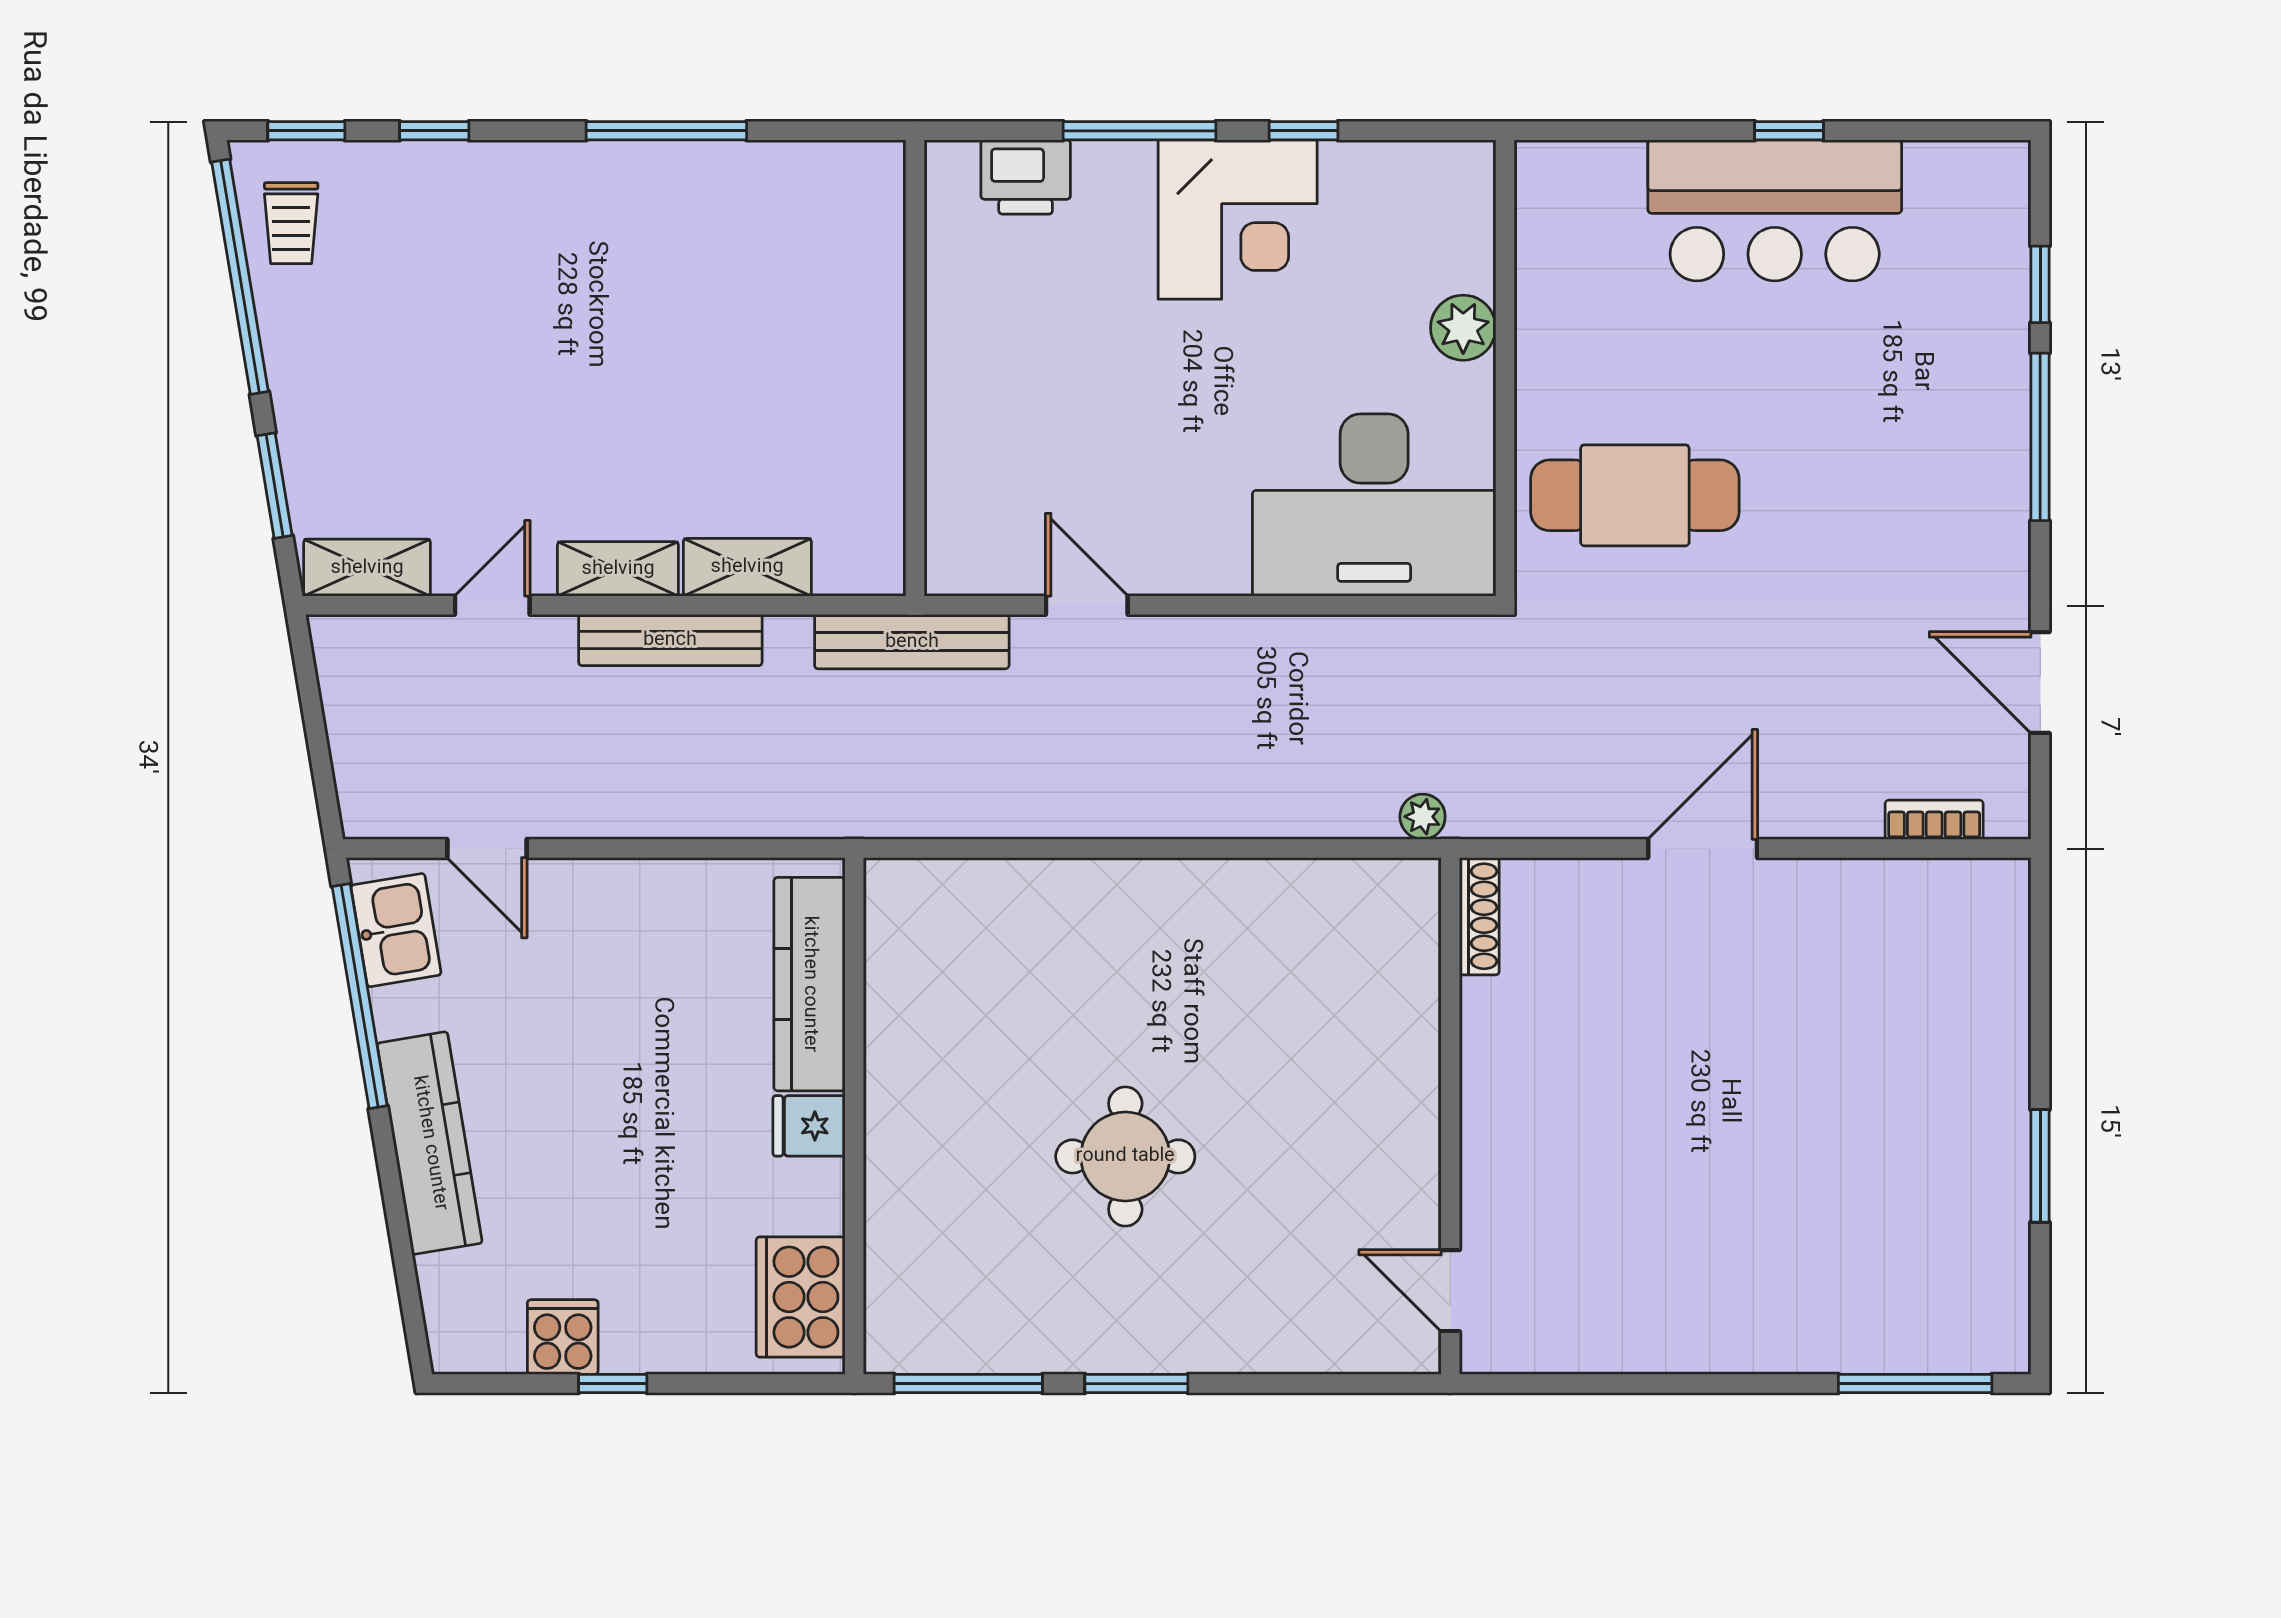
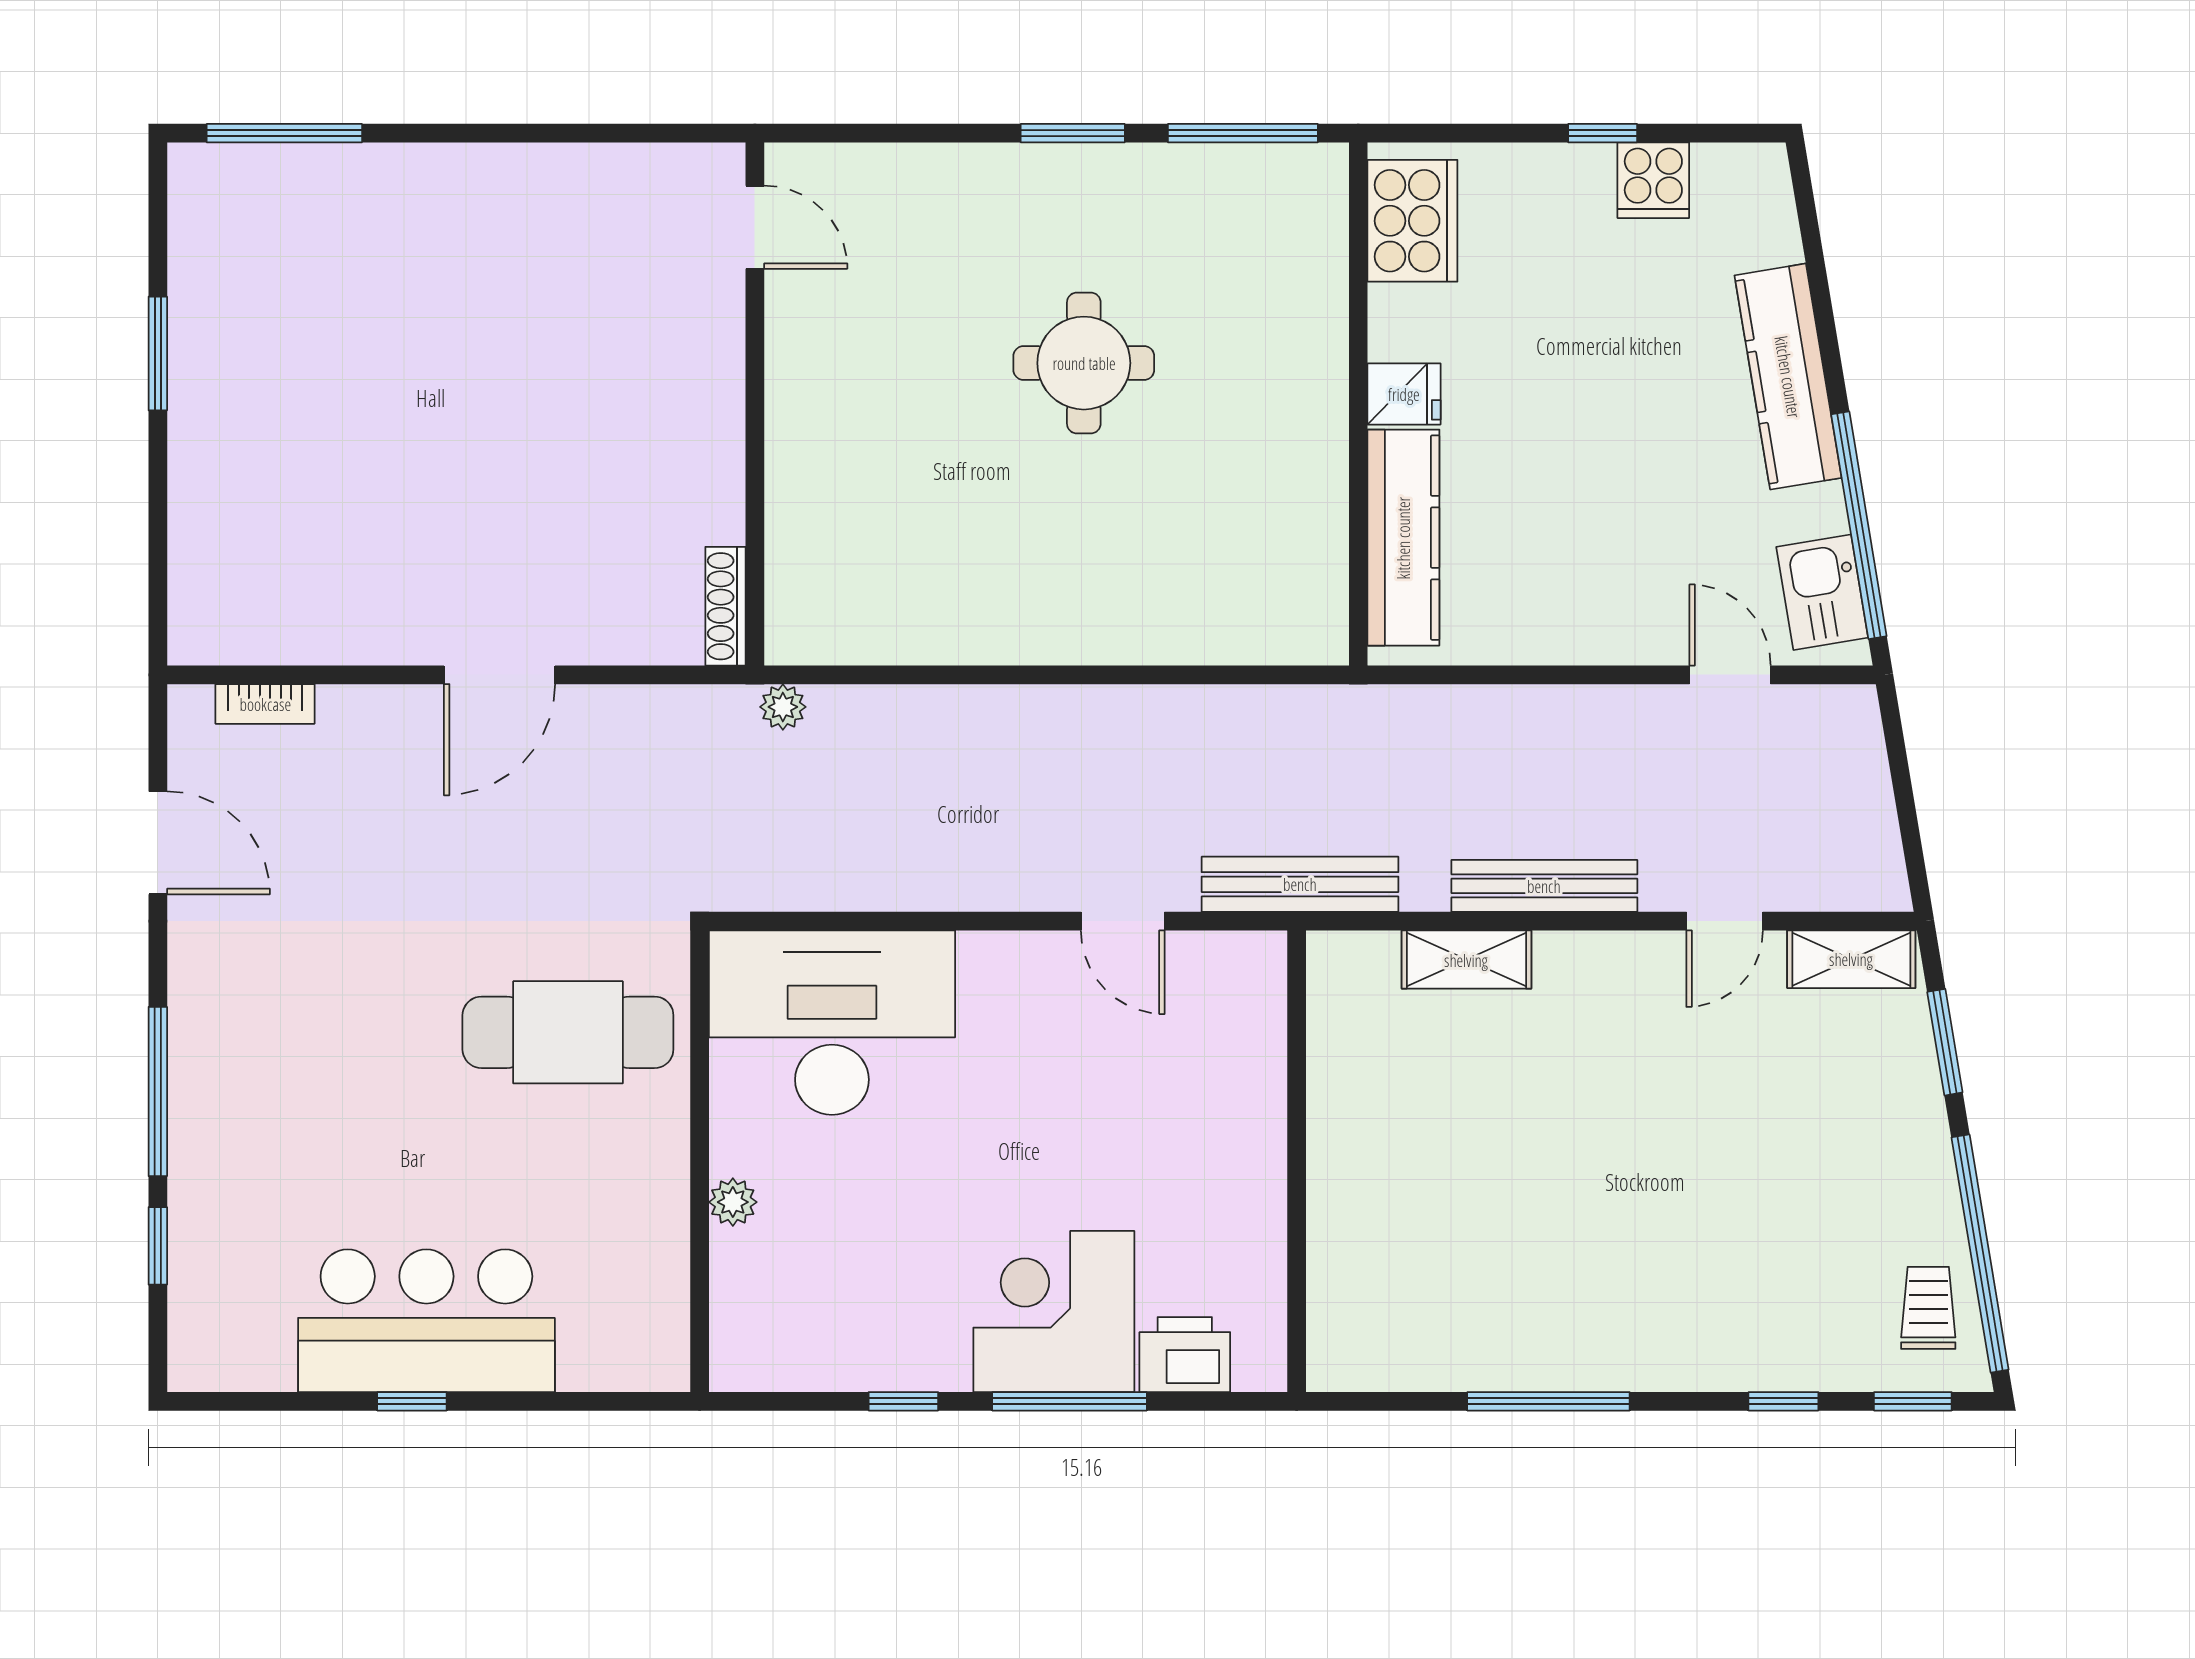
corner desk: (1238, 220) -> (1054, 1311), moved
plant: (1463, 328) -> (733, 1202), width x0.73, depth x0.73
shelving: (618, 569) -> (1597, 958), removed

